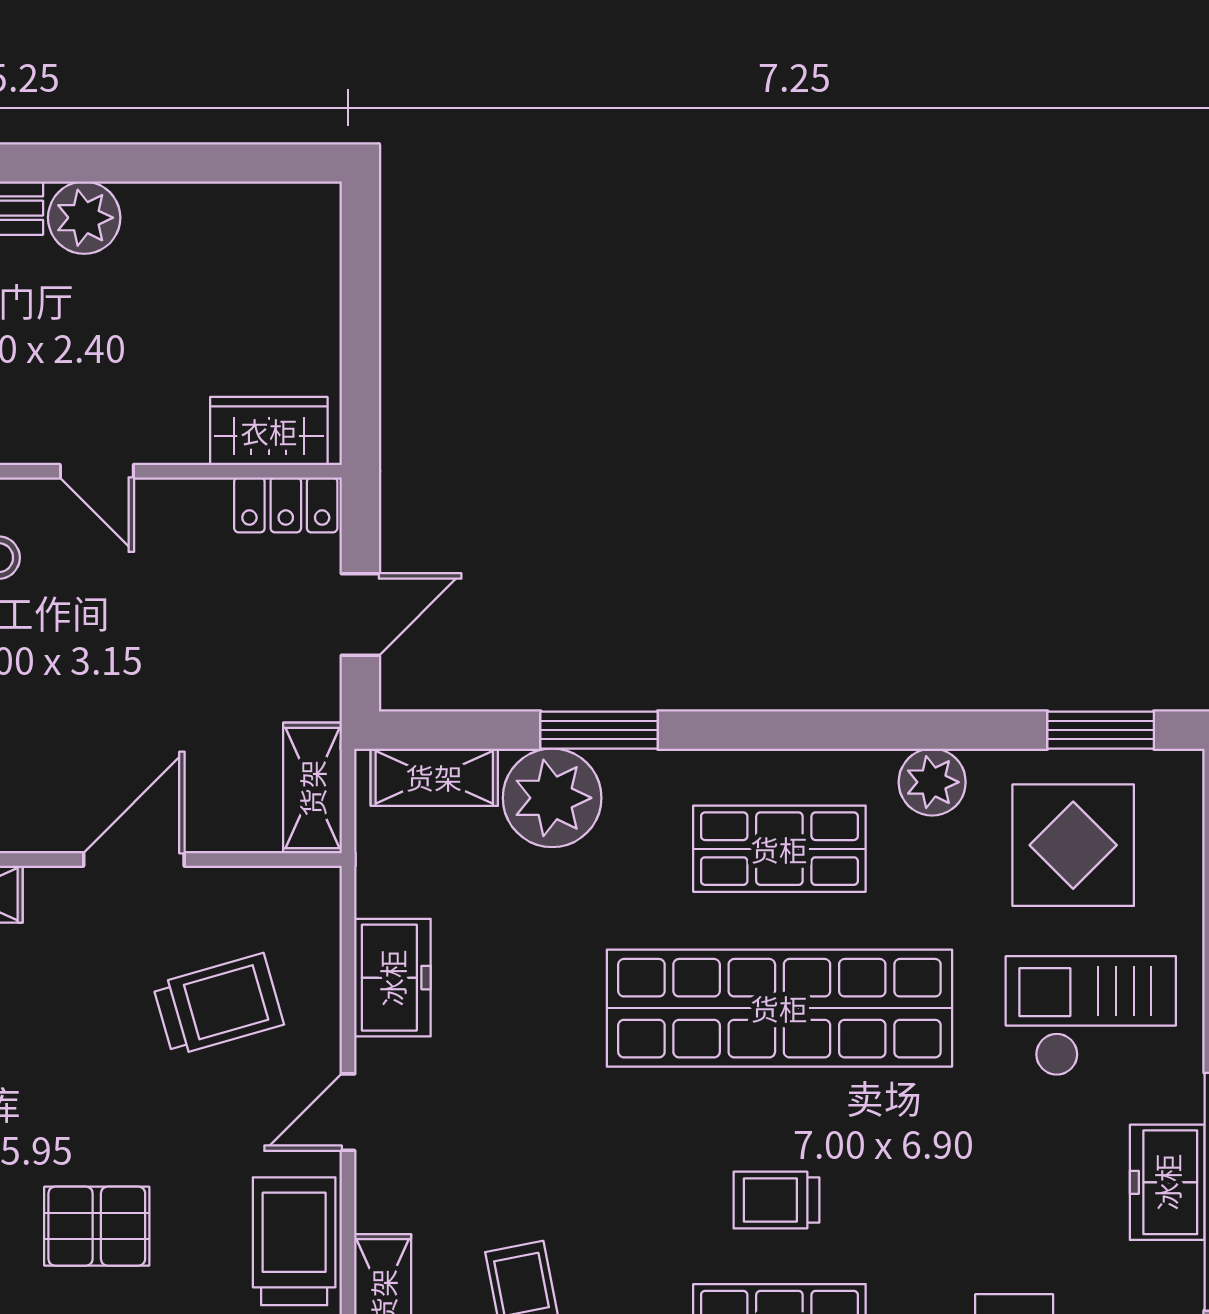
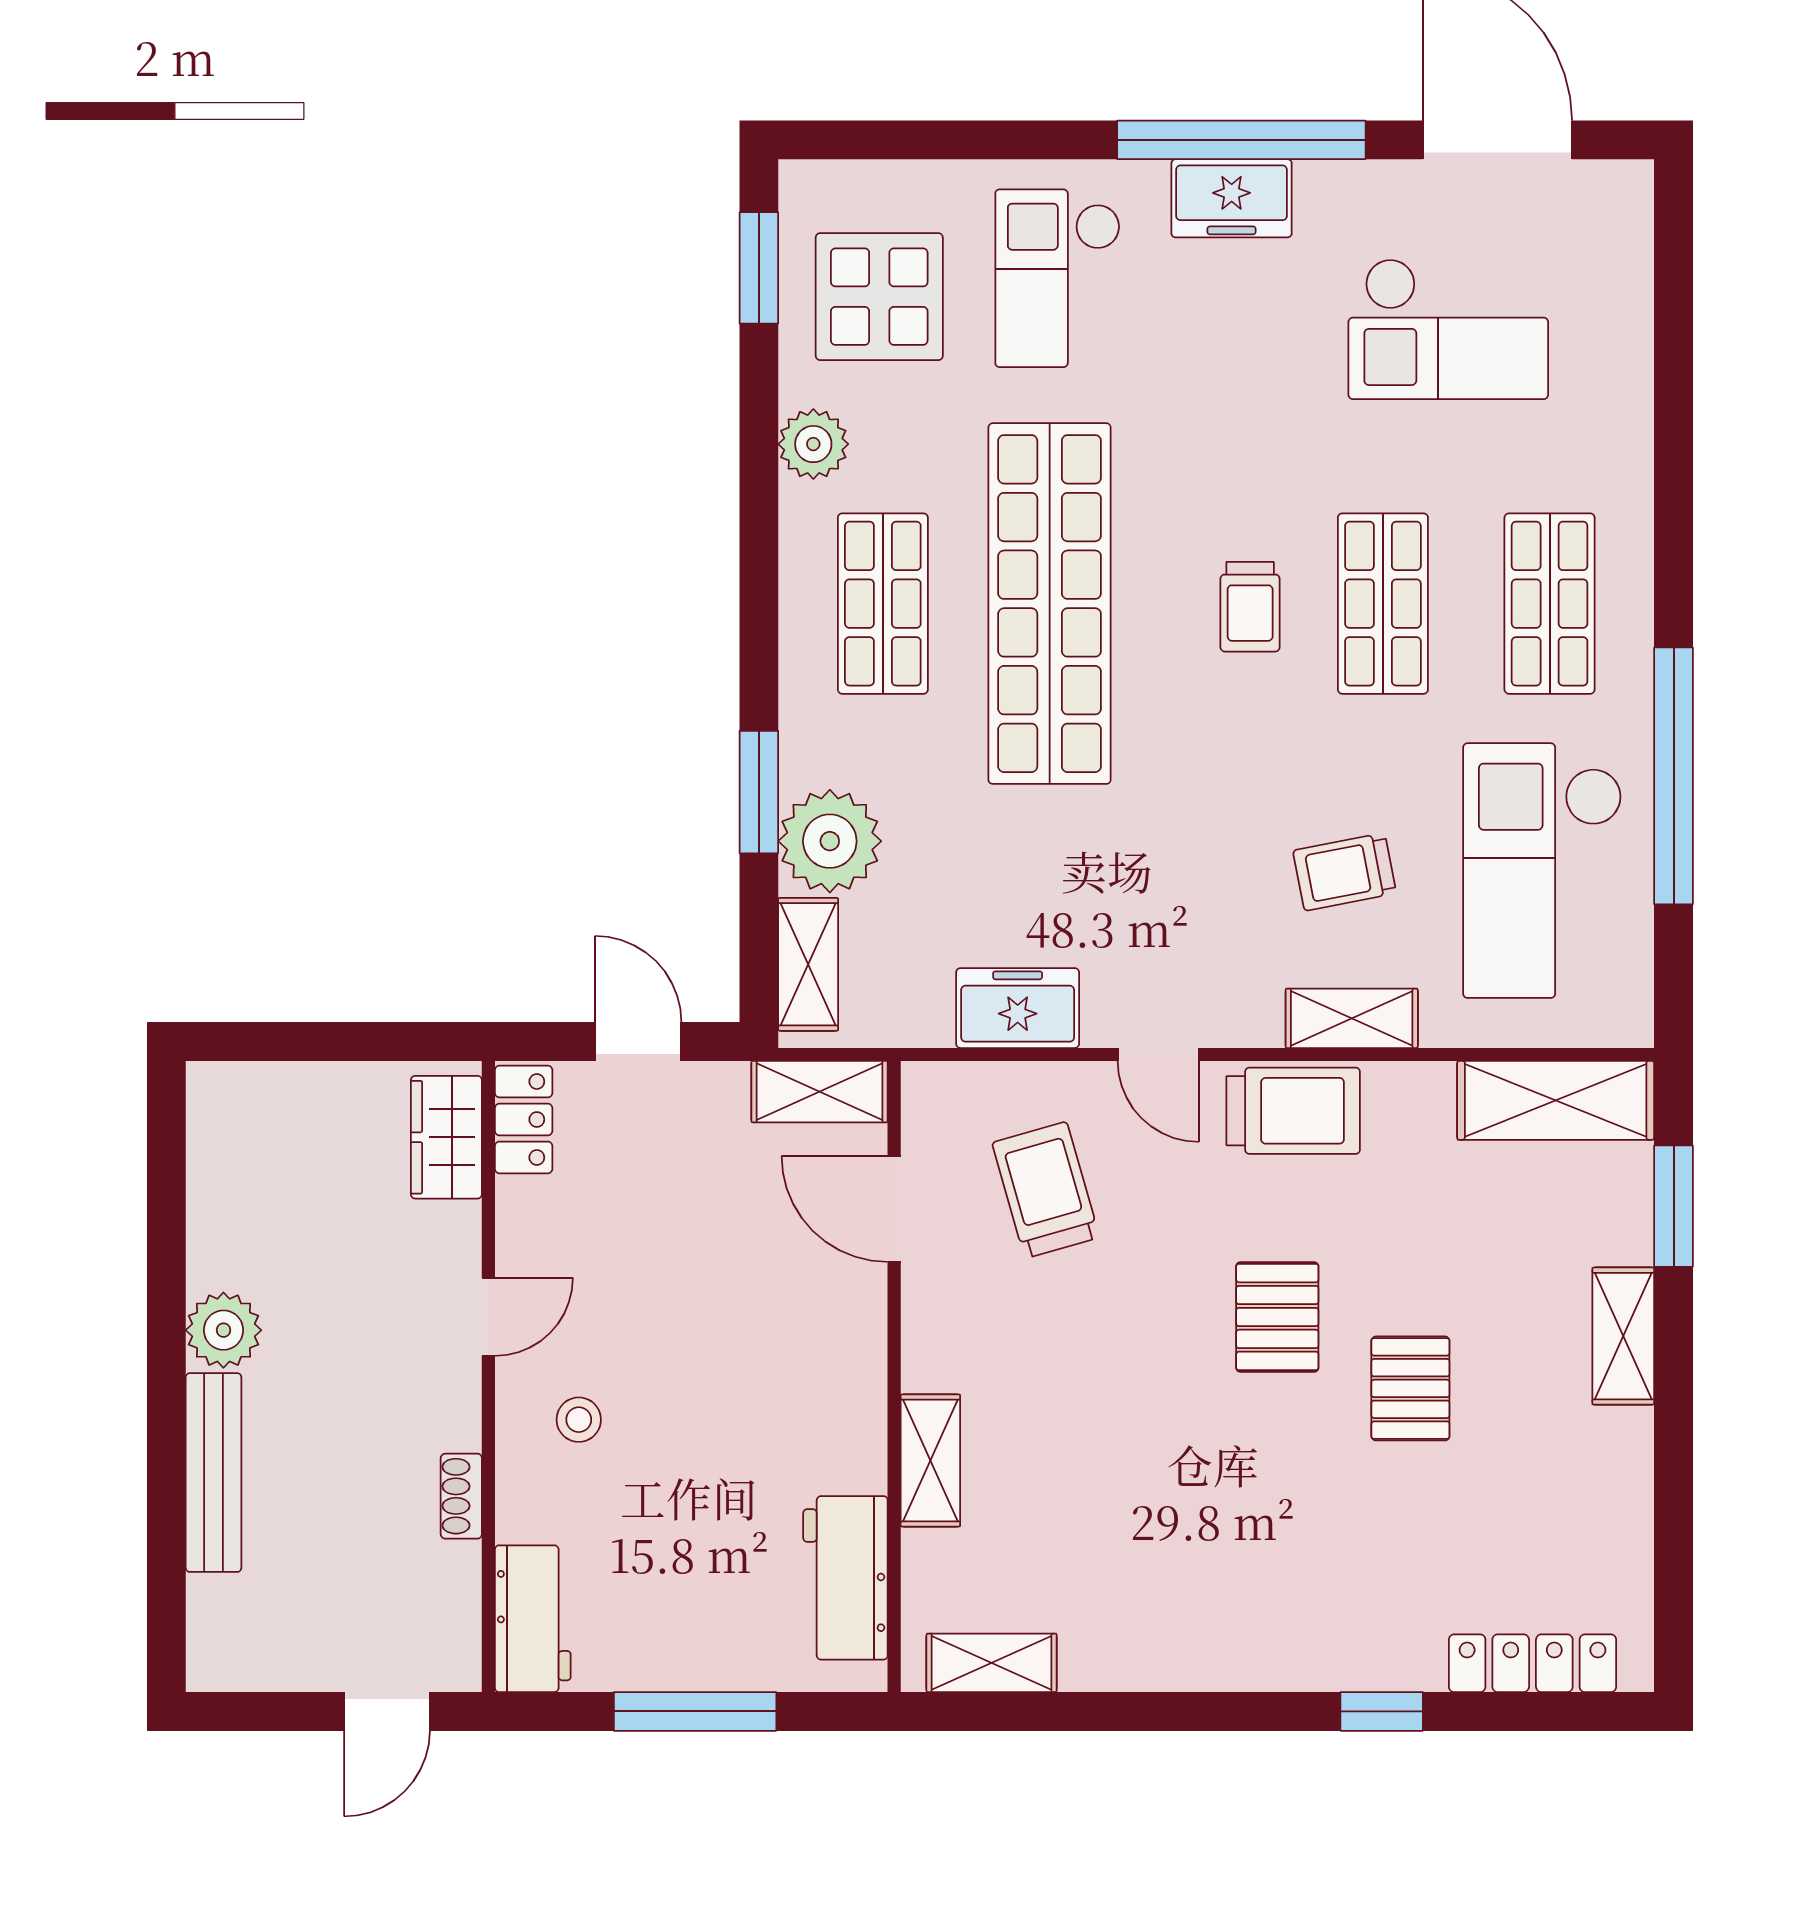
door: (134, 859) -> (894, 1209), moved
trolley: (294, 1241) -> (1293, 1111), turned 180

